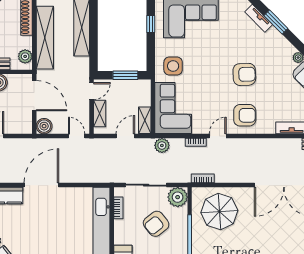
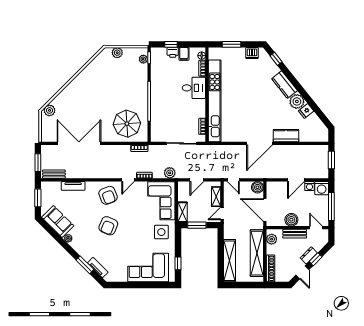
armchair: (244, 74) -> (108, 226), turned -65
armchair: (245, 115) -> (108, 195), turned -111
shelving: (145, 120) -> (183, 212), moved
plant: (178, 197) -> (158, 134), removed
armchair: (156, 224) -> (174, 115), removed

